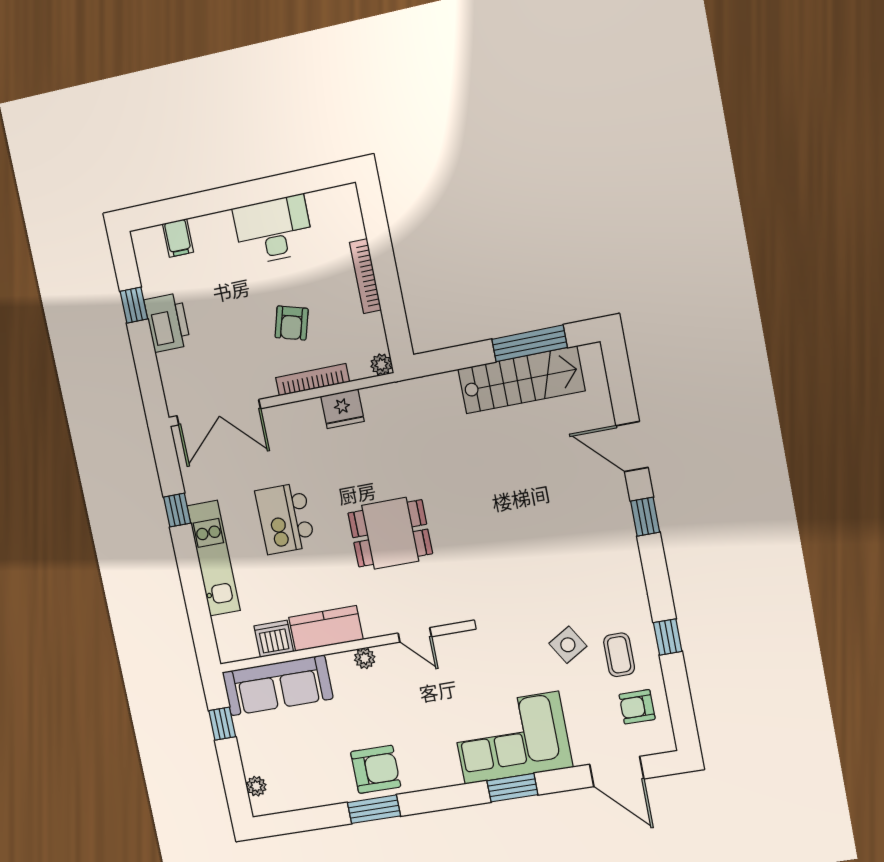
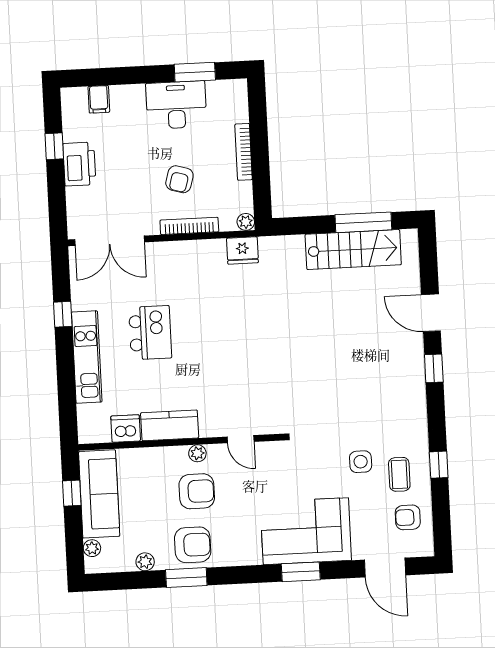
window: (290, 184) -> (195, 72), added
fridge: (342, 409) -> (242, 250), moved
kitchen island: (285, 518) -> (150, 333), turned 180
dining table: (390, 533) -> (233, 356), removed
side table: (568, 645) -> (361, 462), turned 31
sofa: (278, 685) -> (99, 494), moved, turned -90
armchair: (371, 704) -> (197, 491), added
plant: (322, 796) -> (145, 562), added

